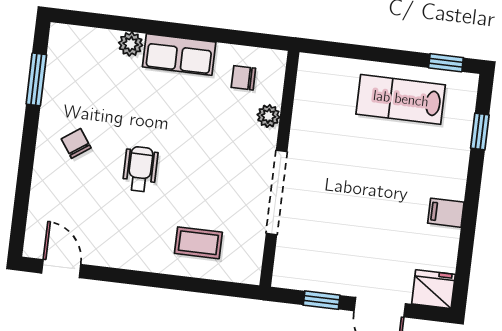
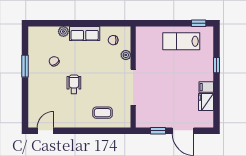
window: (36, 79) -> (25, 66), moved
window: (480, 132) -> (217, 65), moved
chair: (76, 143) -> (54, 61), moved
door: (61, 269) -> (45, 131), hinge flipped
fridge: (433, 289) -> (206, 102), moved, turned -90

